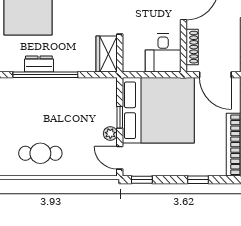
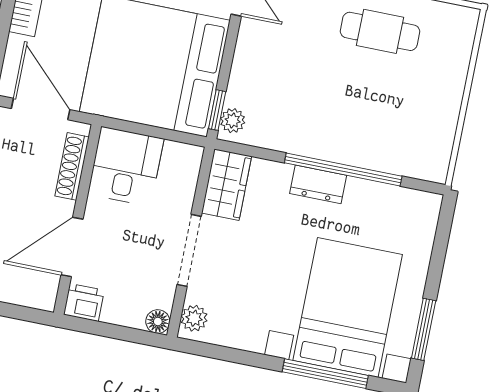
dresser: (39, 64) -> (318, 184), moved
window: (120, 117) -> (217, 110), moved
plant: (110, 133) -> (233, 121), moved

